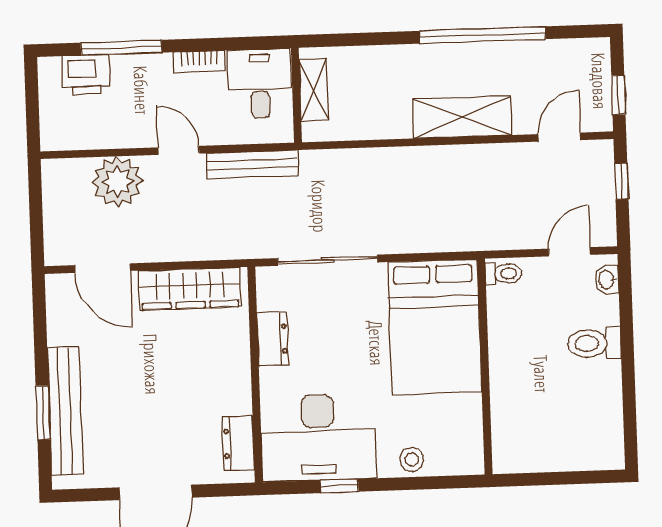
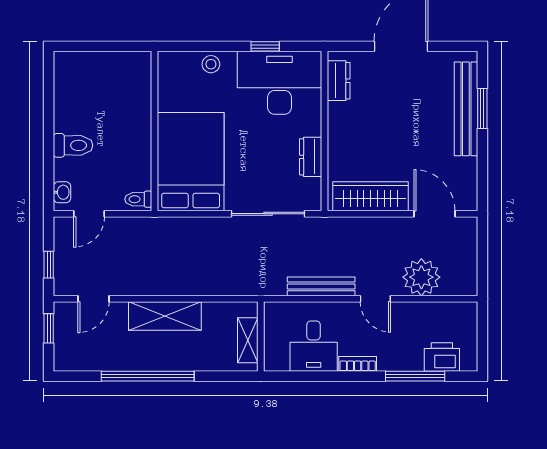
shelving: (314, 90) -> (248, 340), moved
wall: (296, 95) -> (261, 336), moved

